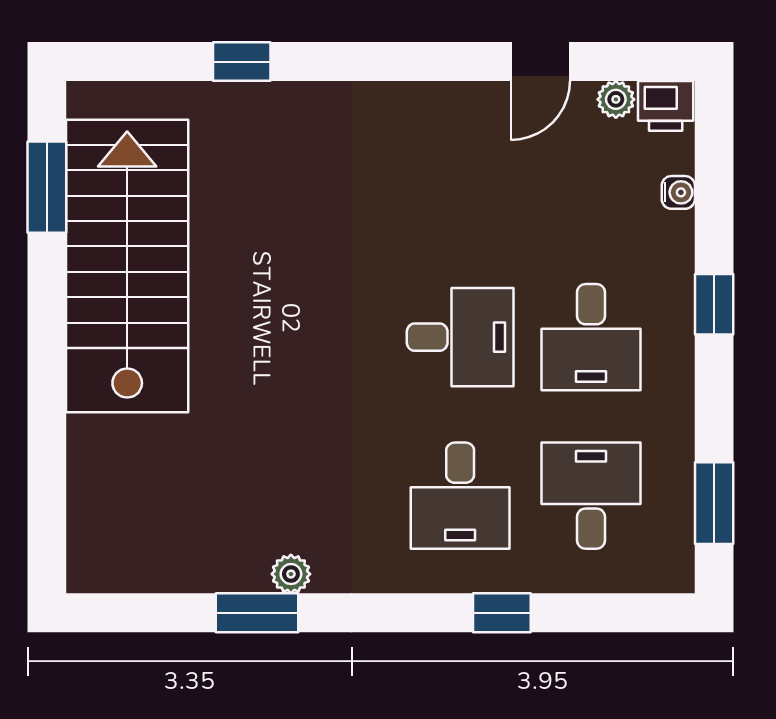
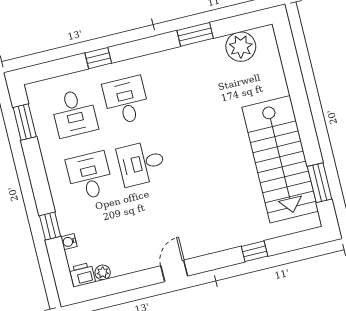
door: (540, 62) -> (174, 271), moved
window: (714, 304) -> (50, 226), moved
plant: (291, 574) -> (241, 47), moved, width x1.87, depth x1.87

